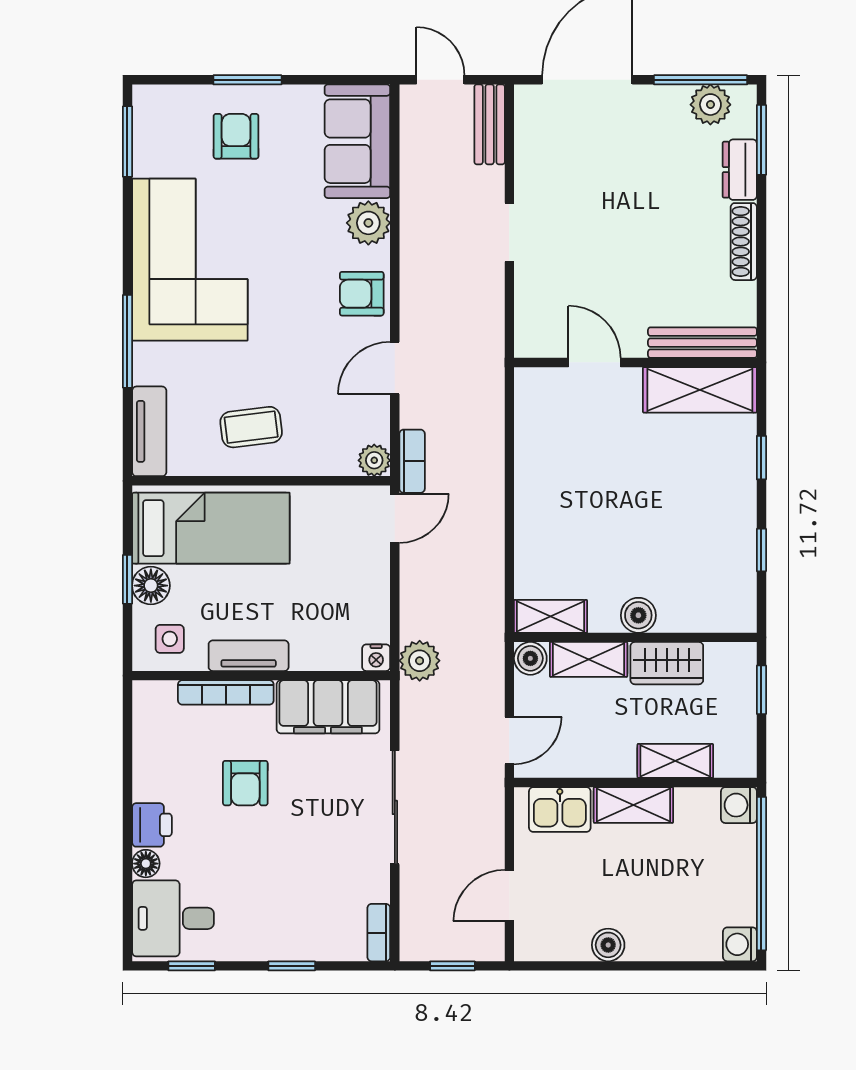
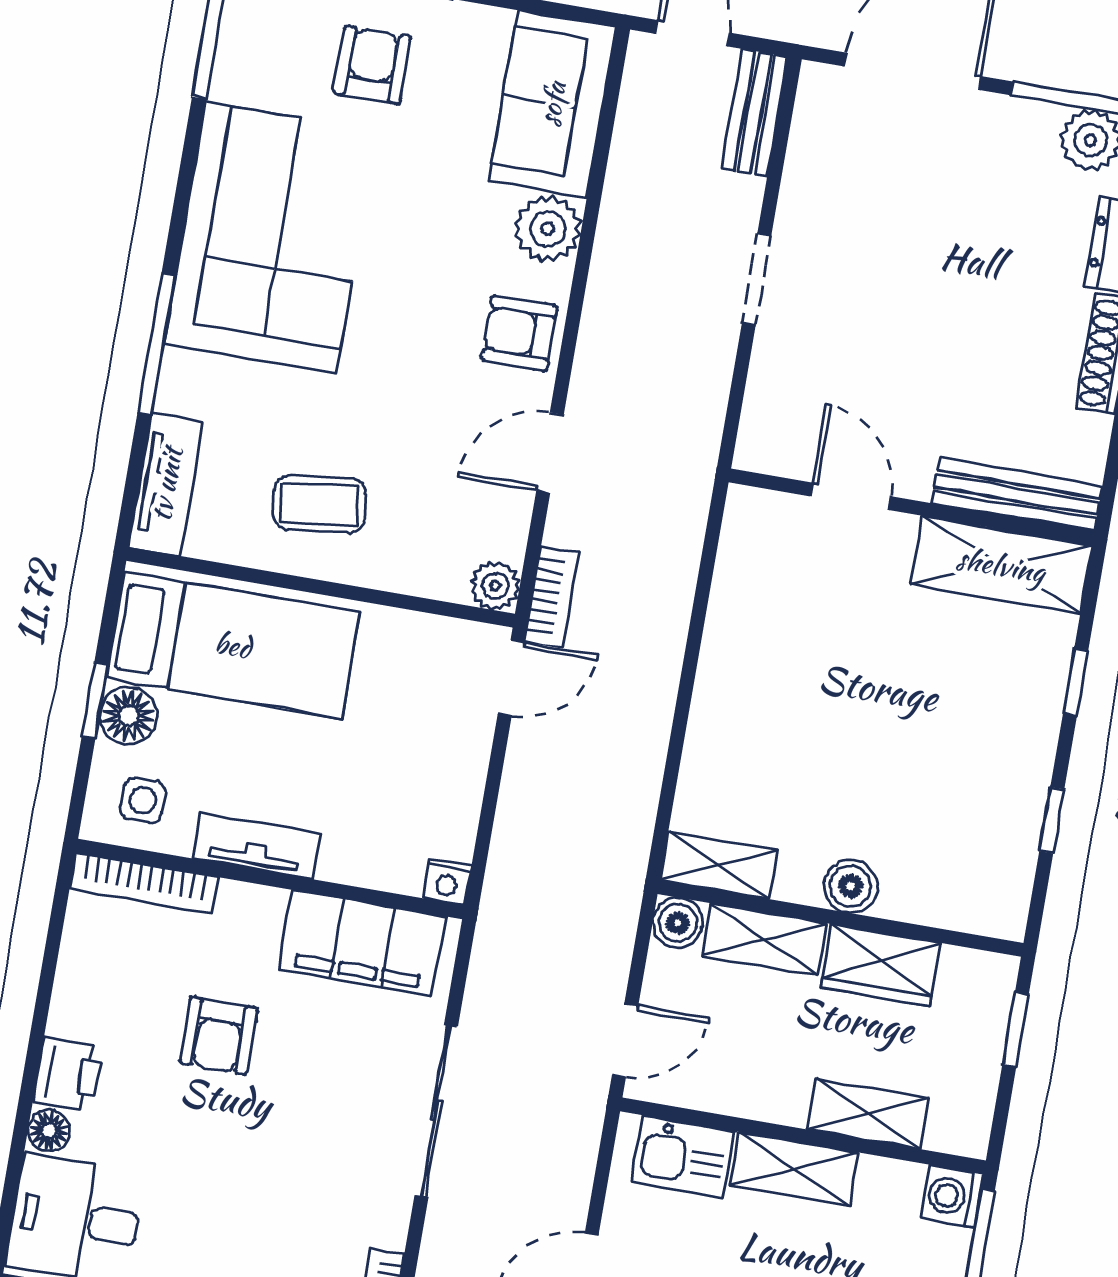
plant: (420, 661) -> (511, 898), removed
bookcase: (226, 692) -> (144, 883), moved

